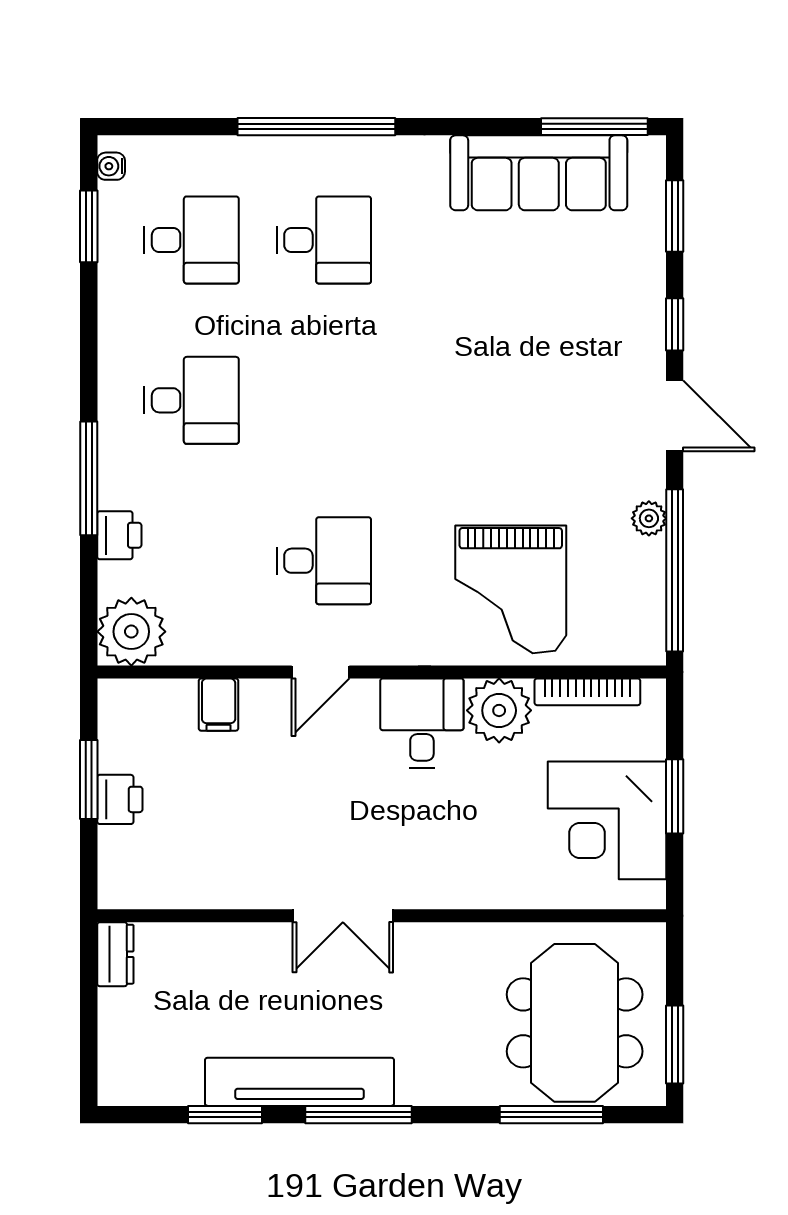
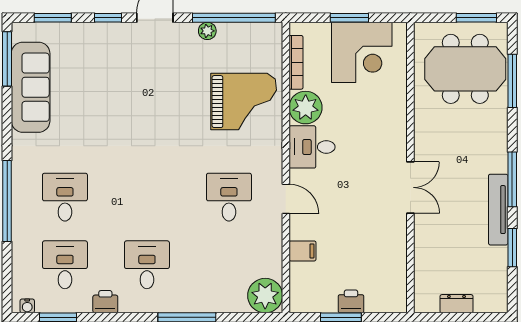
printer: (119, 535) -> (105, 302), moved
dresser: (115, 954) -> (456, 304), moved
tv unit: (299, 1082) -> (498, 210), width x0.73, depth x0.78

